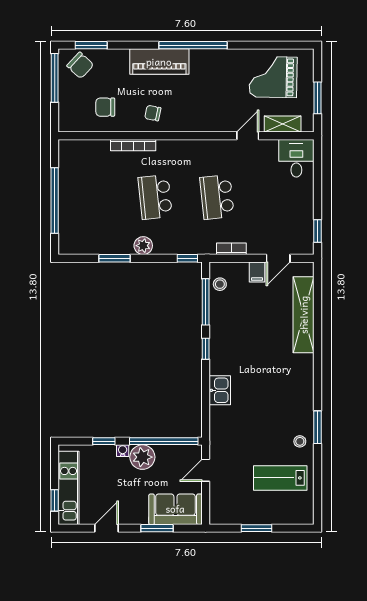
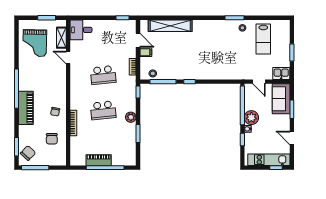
piano: (68, 189) -> (99, 160), added
kitchen sink: (220, 390) -> (281, 73), moved

